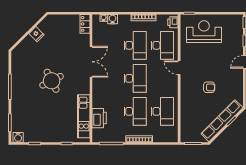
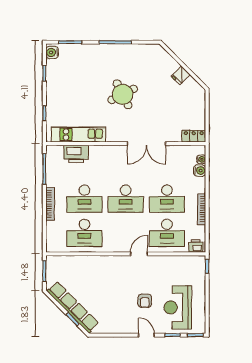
reception desk: (204, 32) -> (178, 307), moved, turned 180
armchair: (209, 87) -> (145, 301), moved

